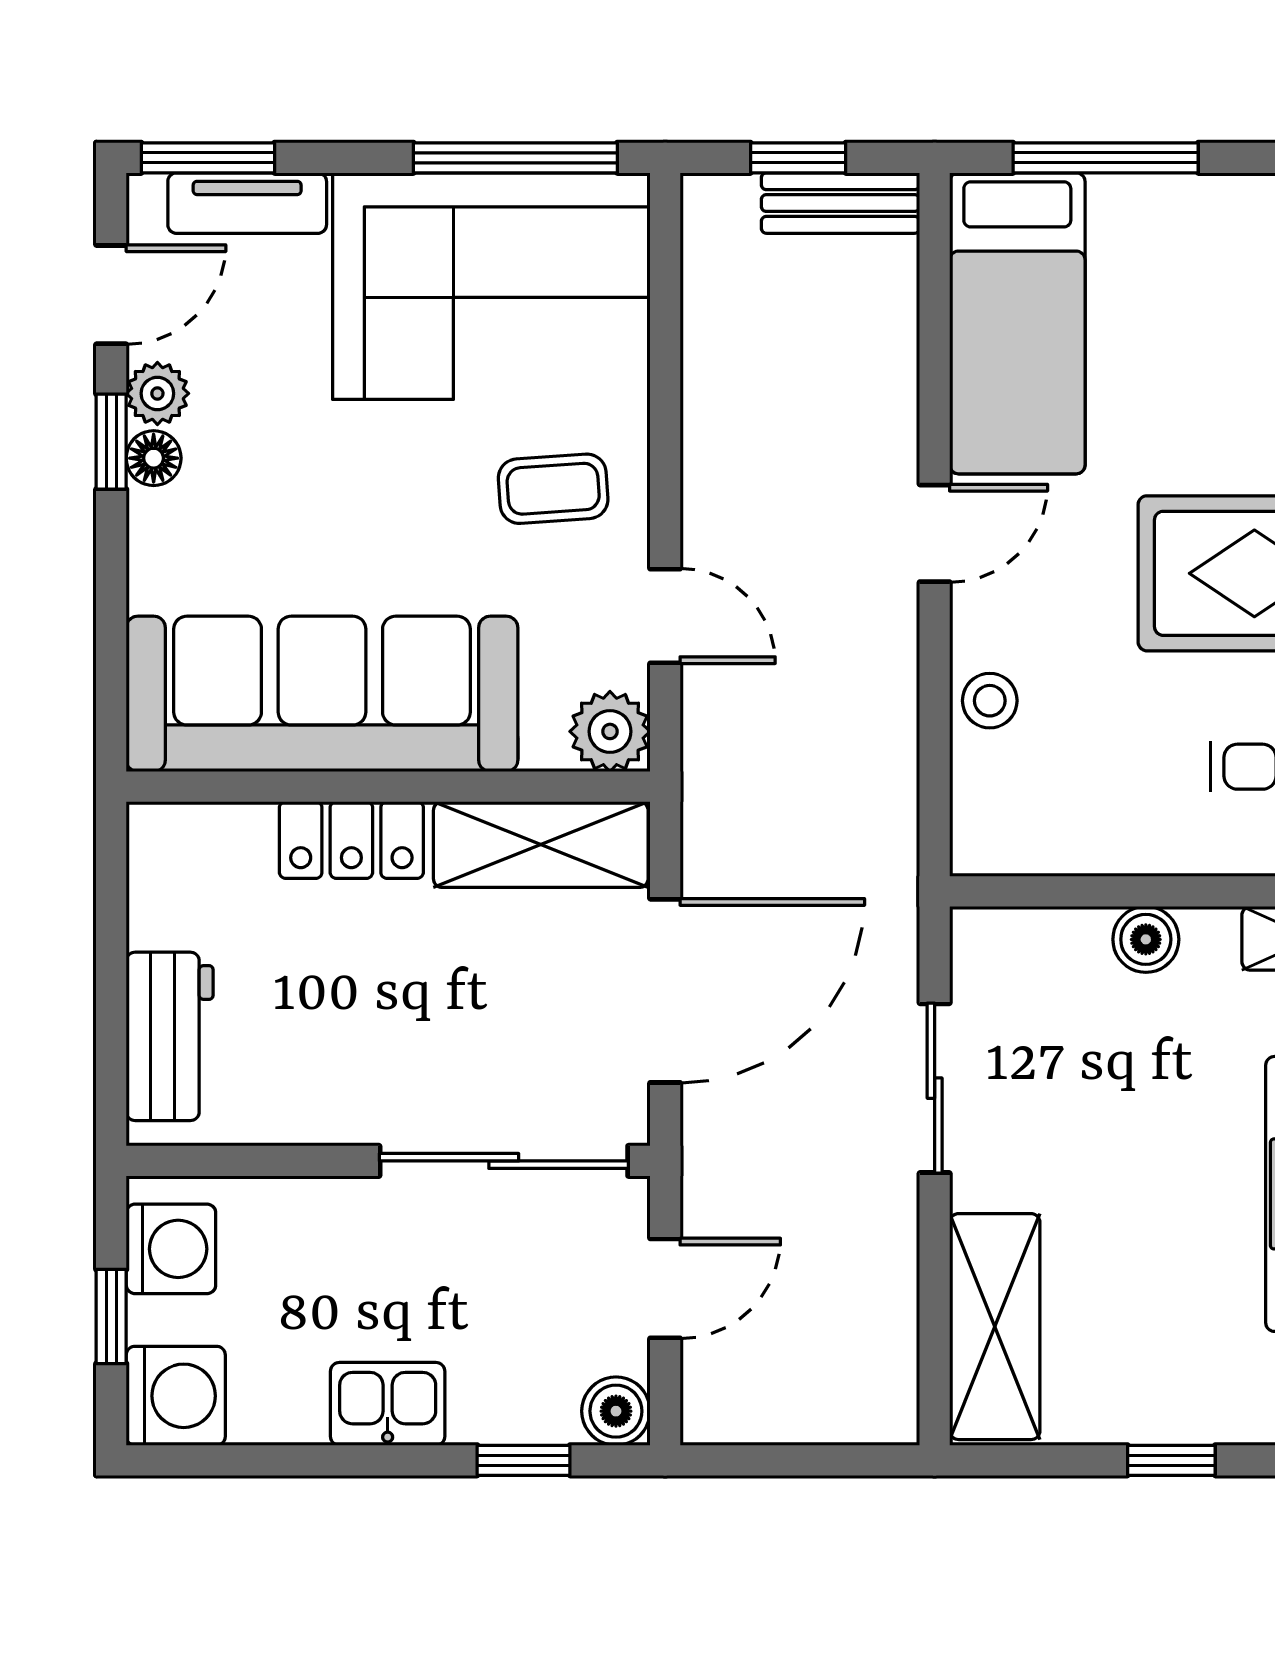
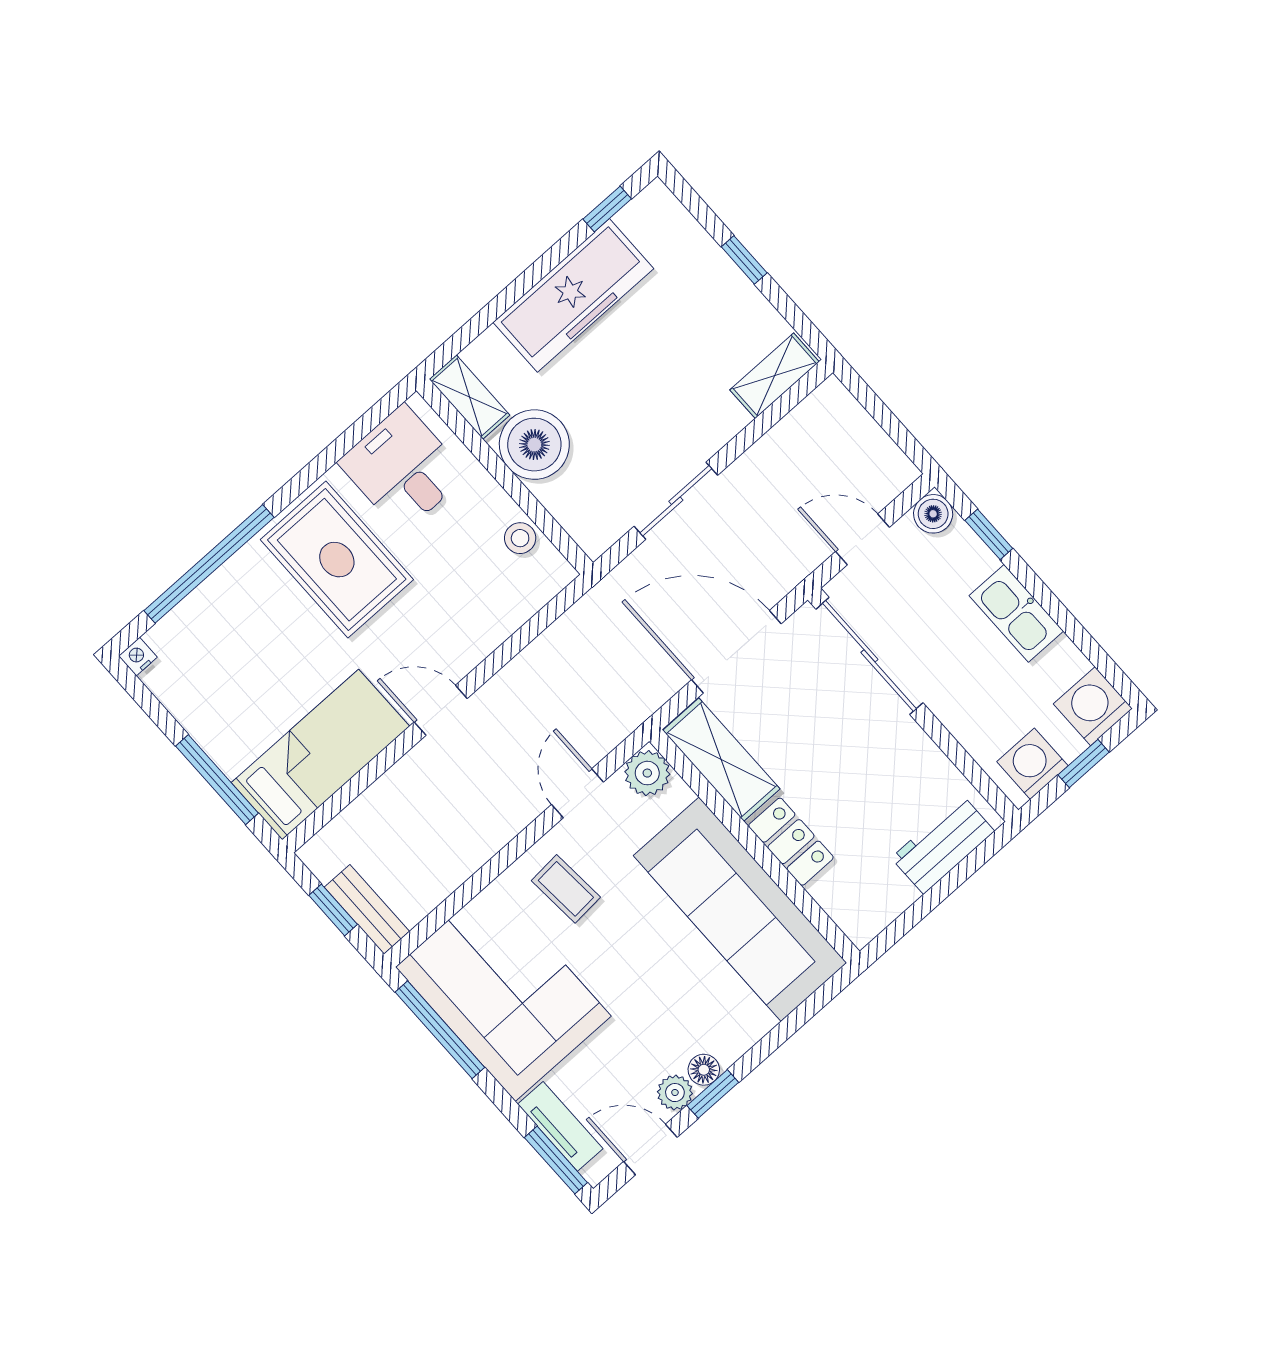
bench: (840, 203) -> (367, 909), moved
stool: (990, 701) -> (520, 538), moved
boiler: (1146, 939) -> (534, 445), width x1.86, depth x1.86
shelving: (995, 1327) -> (774, 376), width x0.67, depth x0.75
kitchen sink: (388, 1404) -> (1016, 613), width x1.38

